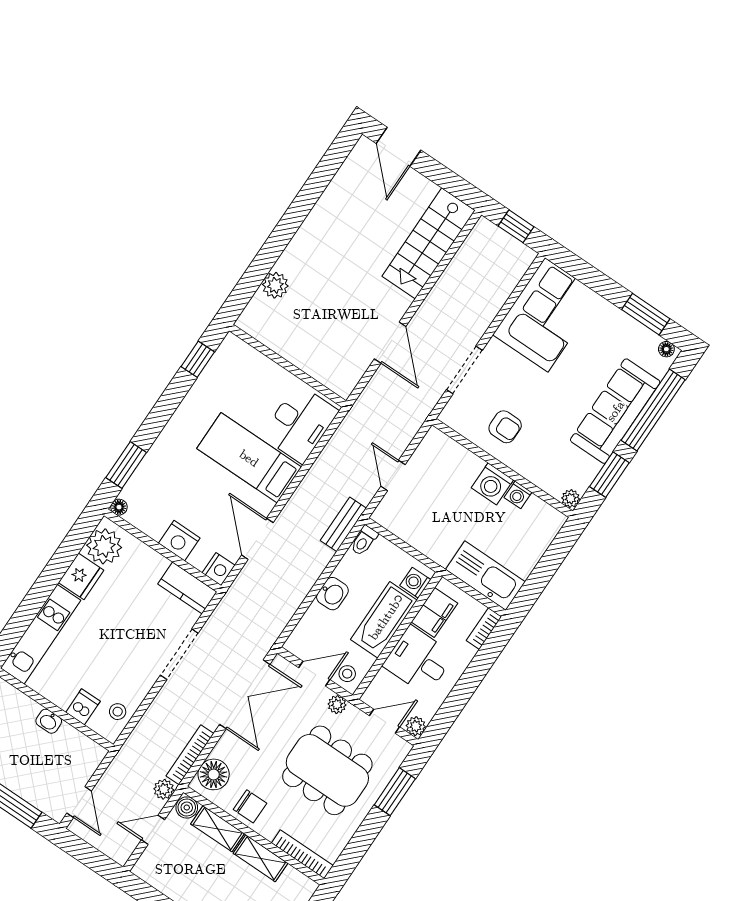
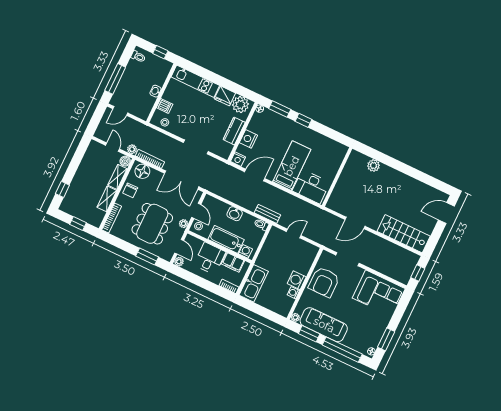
window: (198, 359) -> (303, 120), moved
sofa: (615, 411) -> (324, 325), moved
armchair: (505, 427) -> (324, 282), width x1.88, depth x1.88
kitchen counter: (187, 588) -> (234, 131), moved

